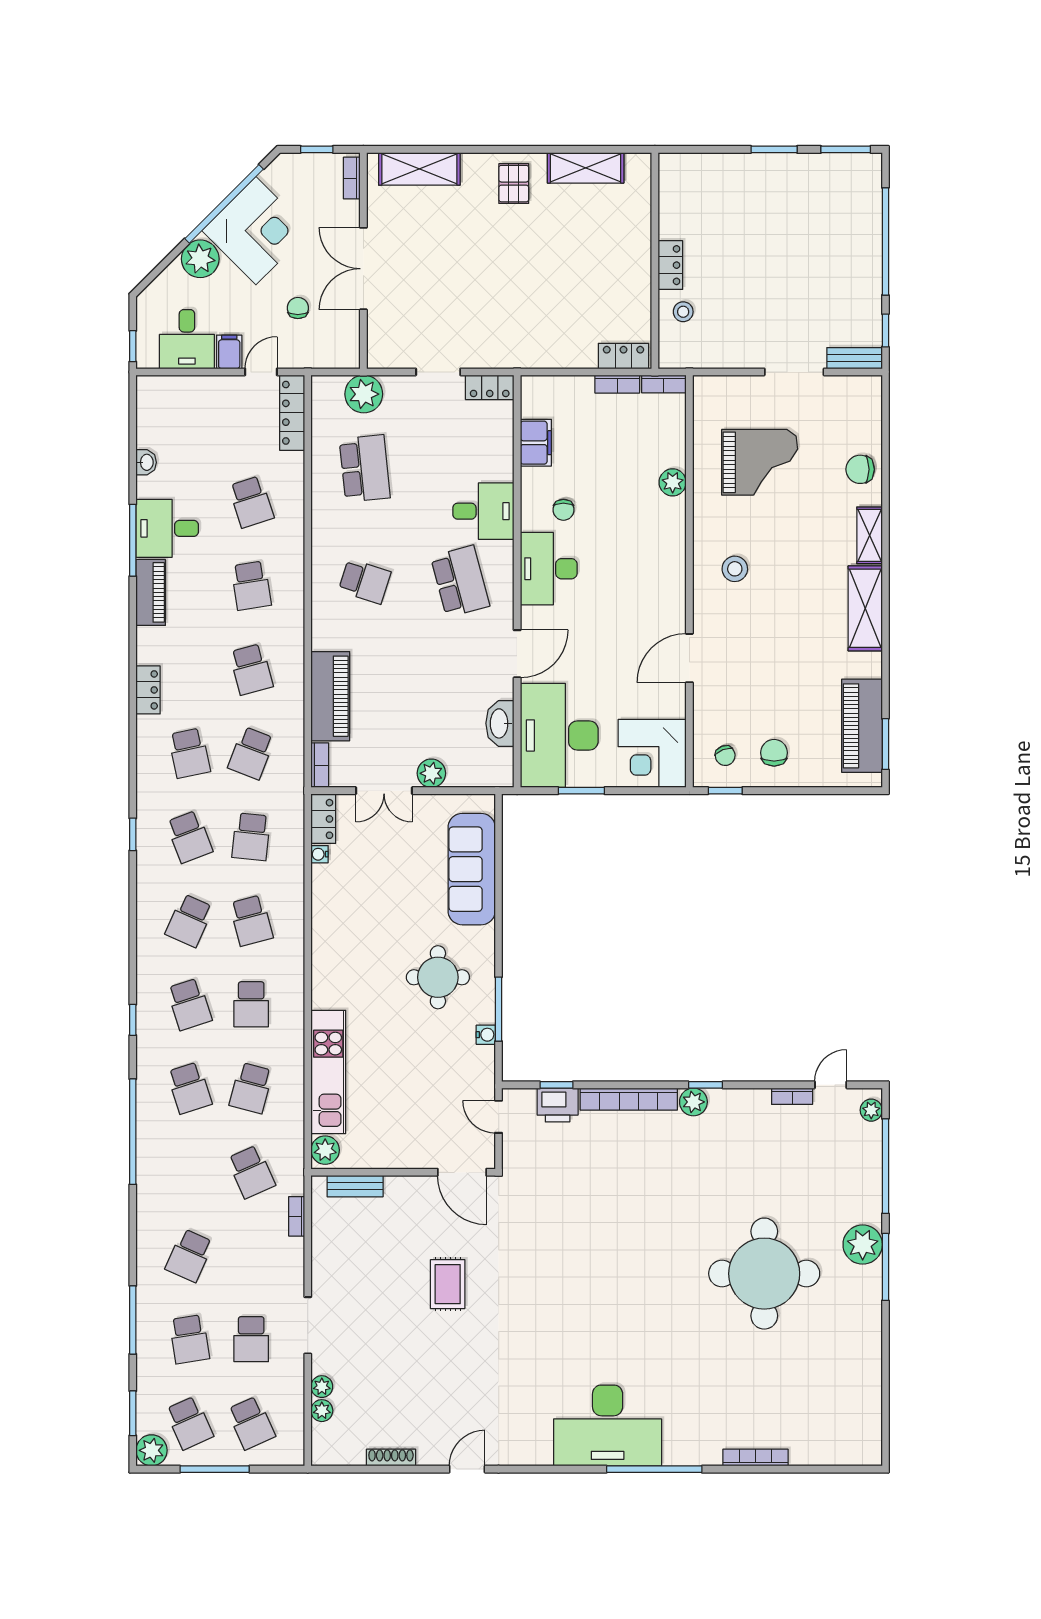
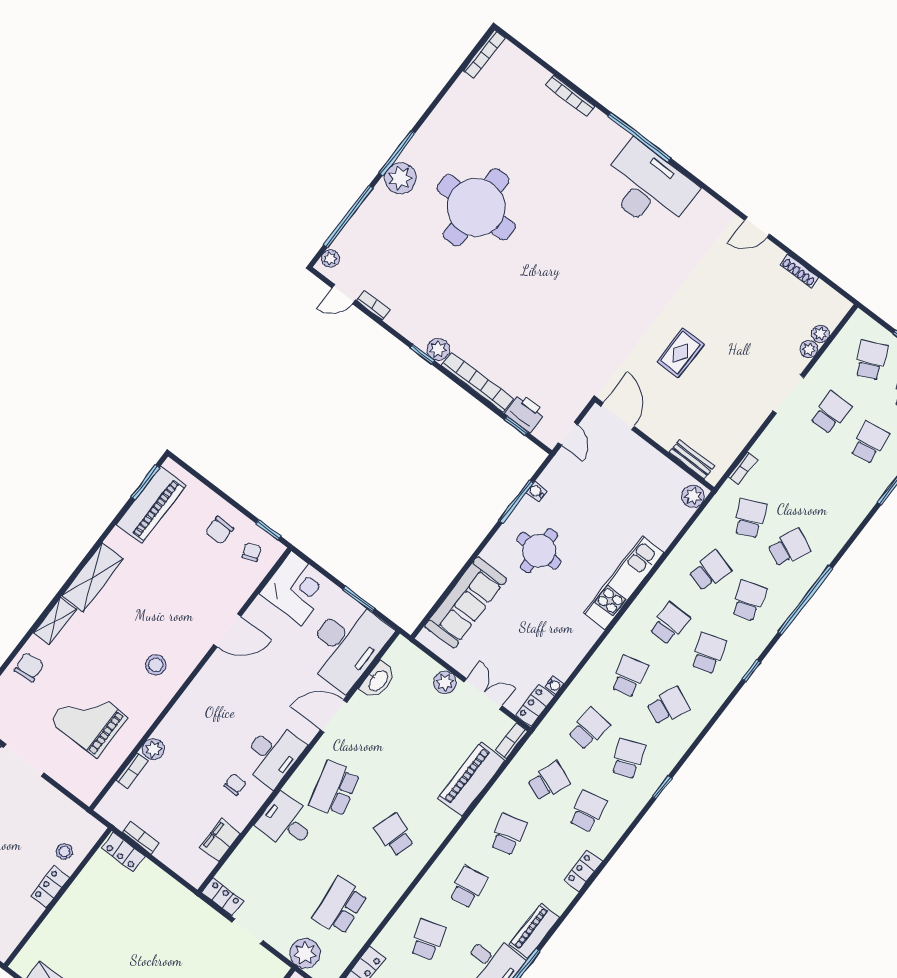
bookcase: (664, 384) -> (132, 771), moved, turned 90
chair: (860, 469) -> (29, 667), turned -96
kitchen unit: (328, 1072) -> (624, 583), moved
school desk: (189, 1255) -> (789, 548), moved
bookcase: (874, 1433) -> (484, 54), added

